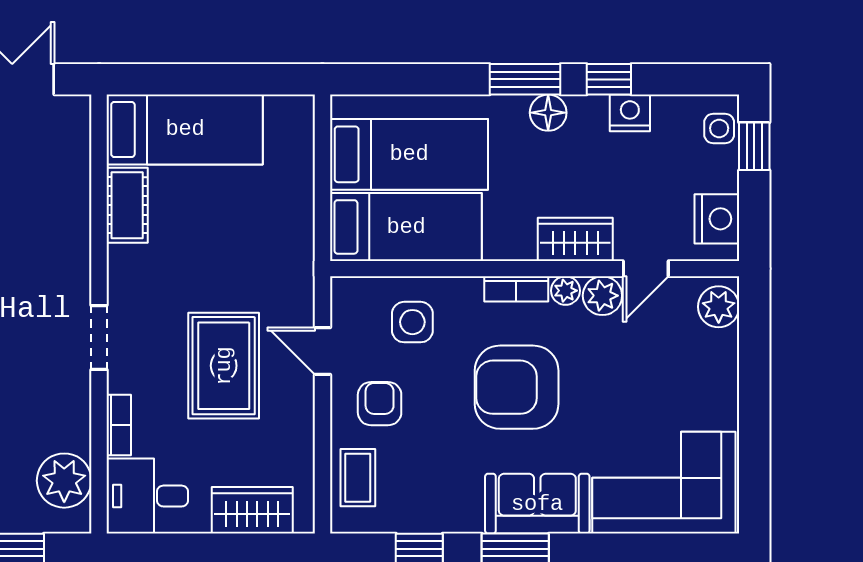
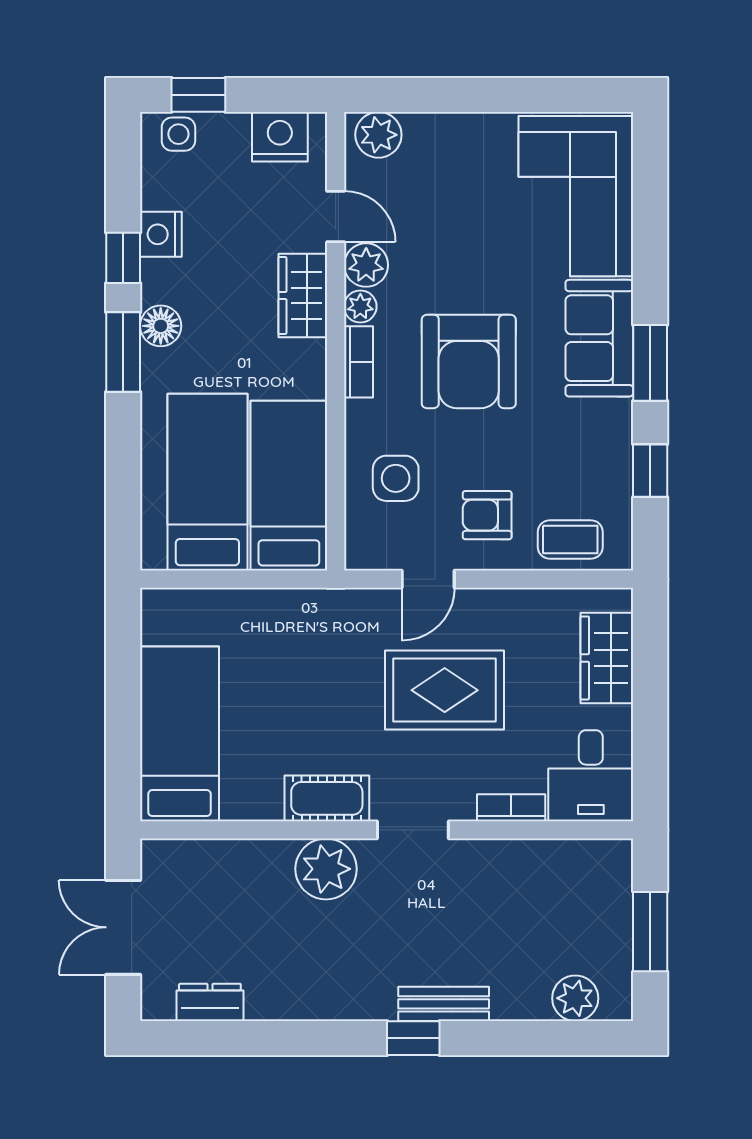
cot: (127, 205) -> (327, 798), moved
plant: (64, 481) -> (326, 869), moved

